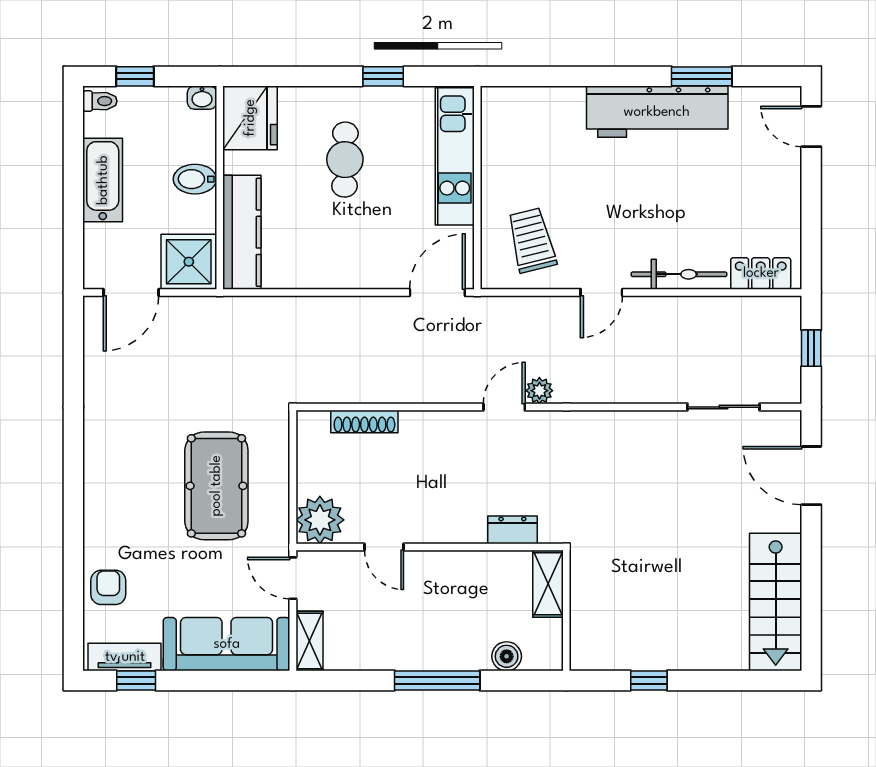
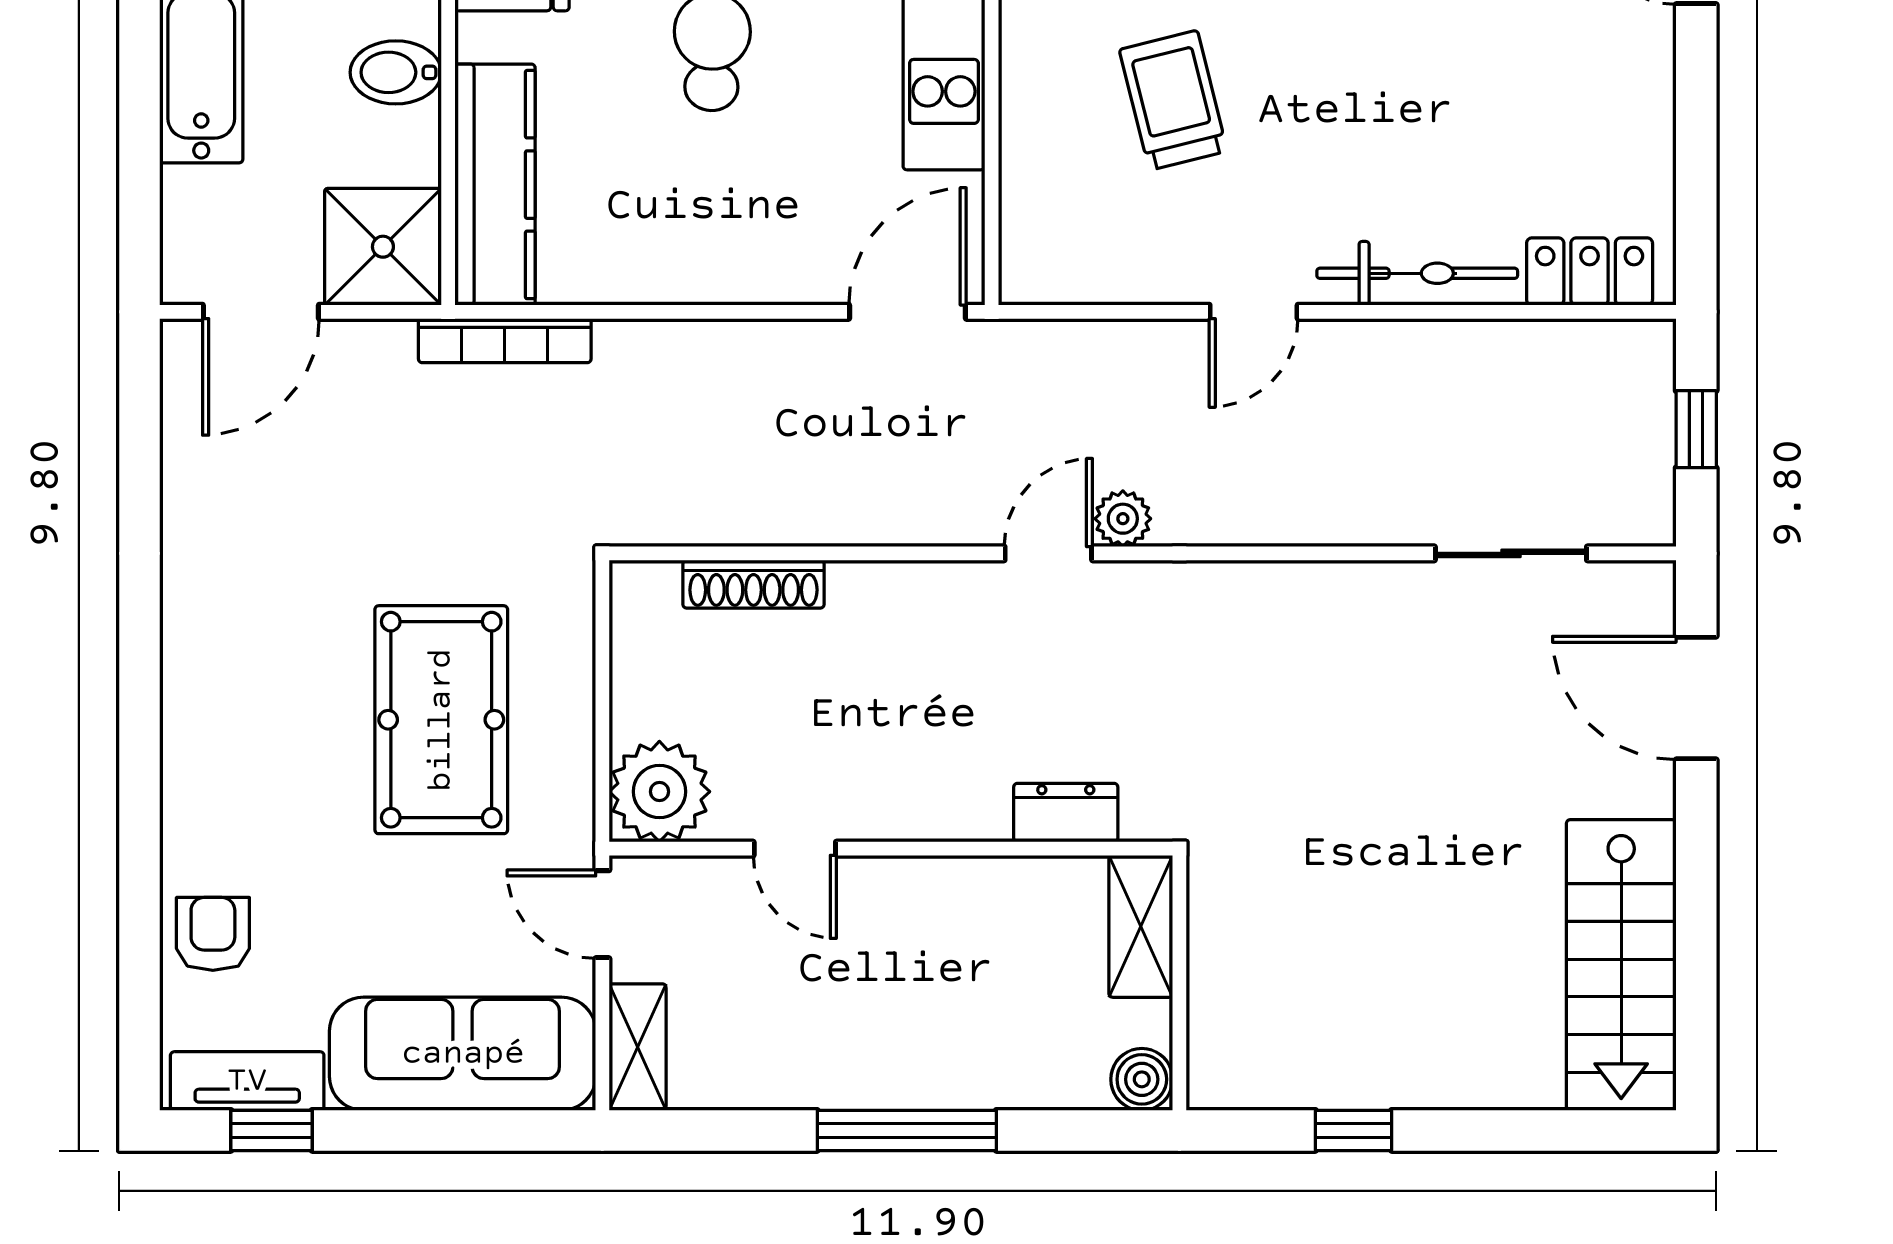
trolley: (532, 240) -> (1173, 100), moved
bookcase: (247, 306) -> (505, 341), added
boiler: (507, 656) -> (1142, 1079), moved

